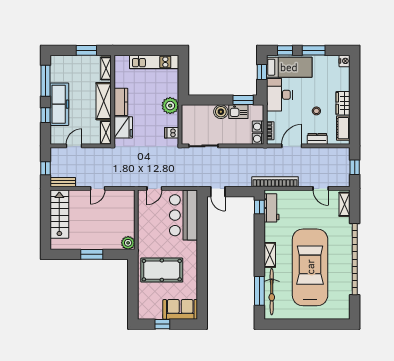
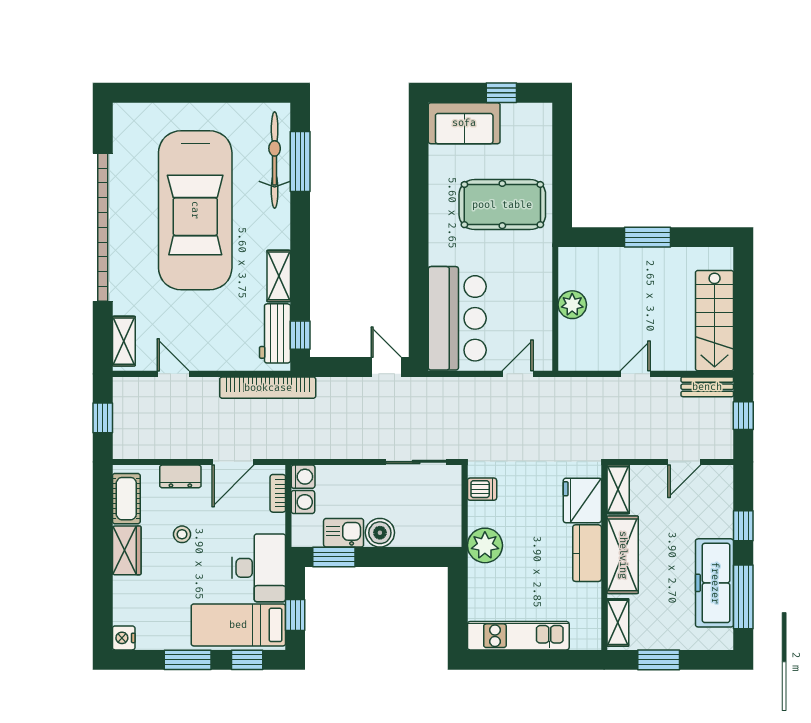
freezer: (59, 104) -> (715, 583), moved
plant: (128, 243) -> (572, 305), moved
shelving: (270, 255) -> (279, 276), moved

